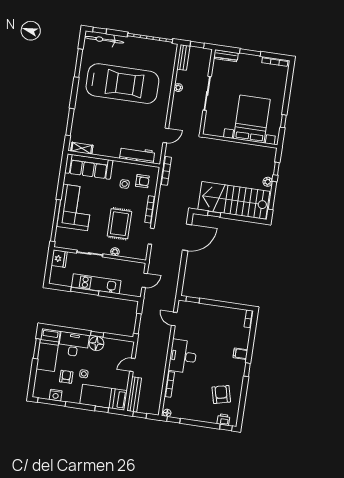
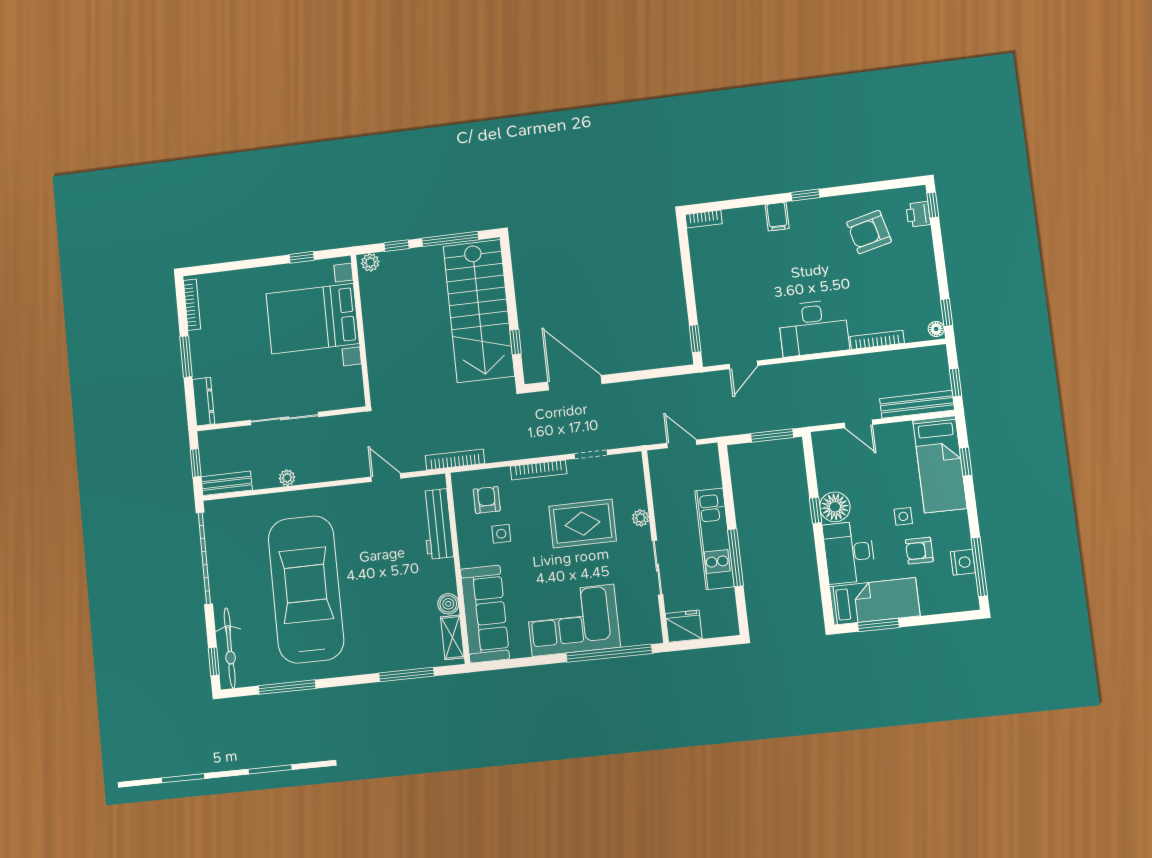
boiler: (98, 150) -> (448, 604), added
plant: (268, 182) -> (370, 262), moved

